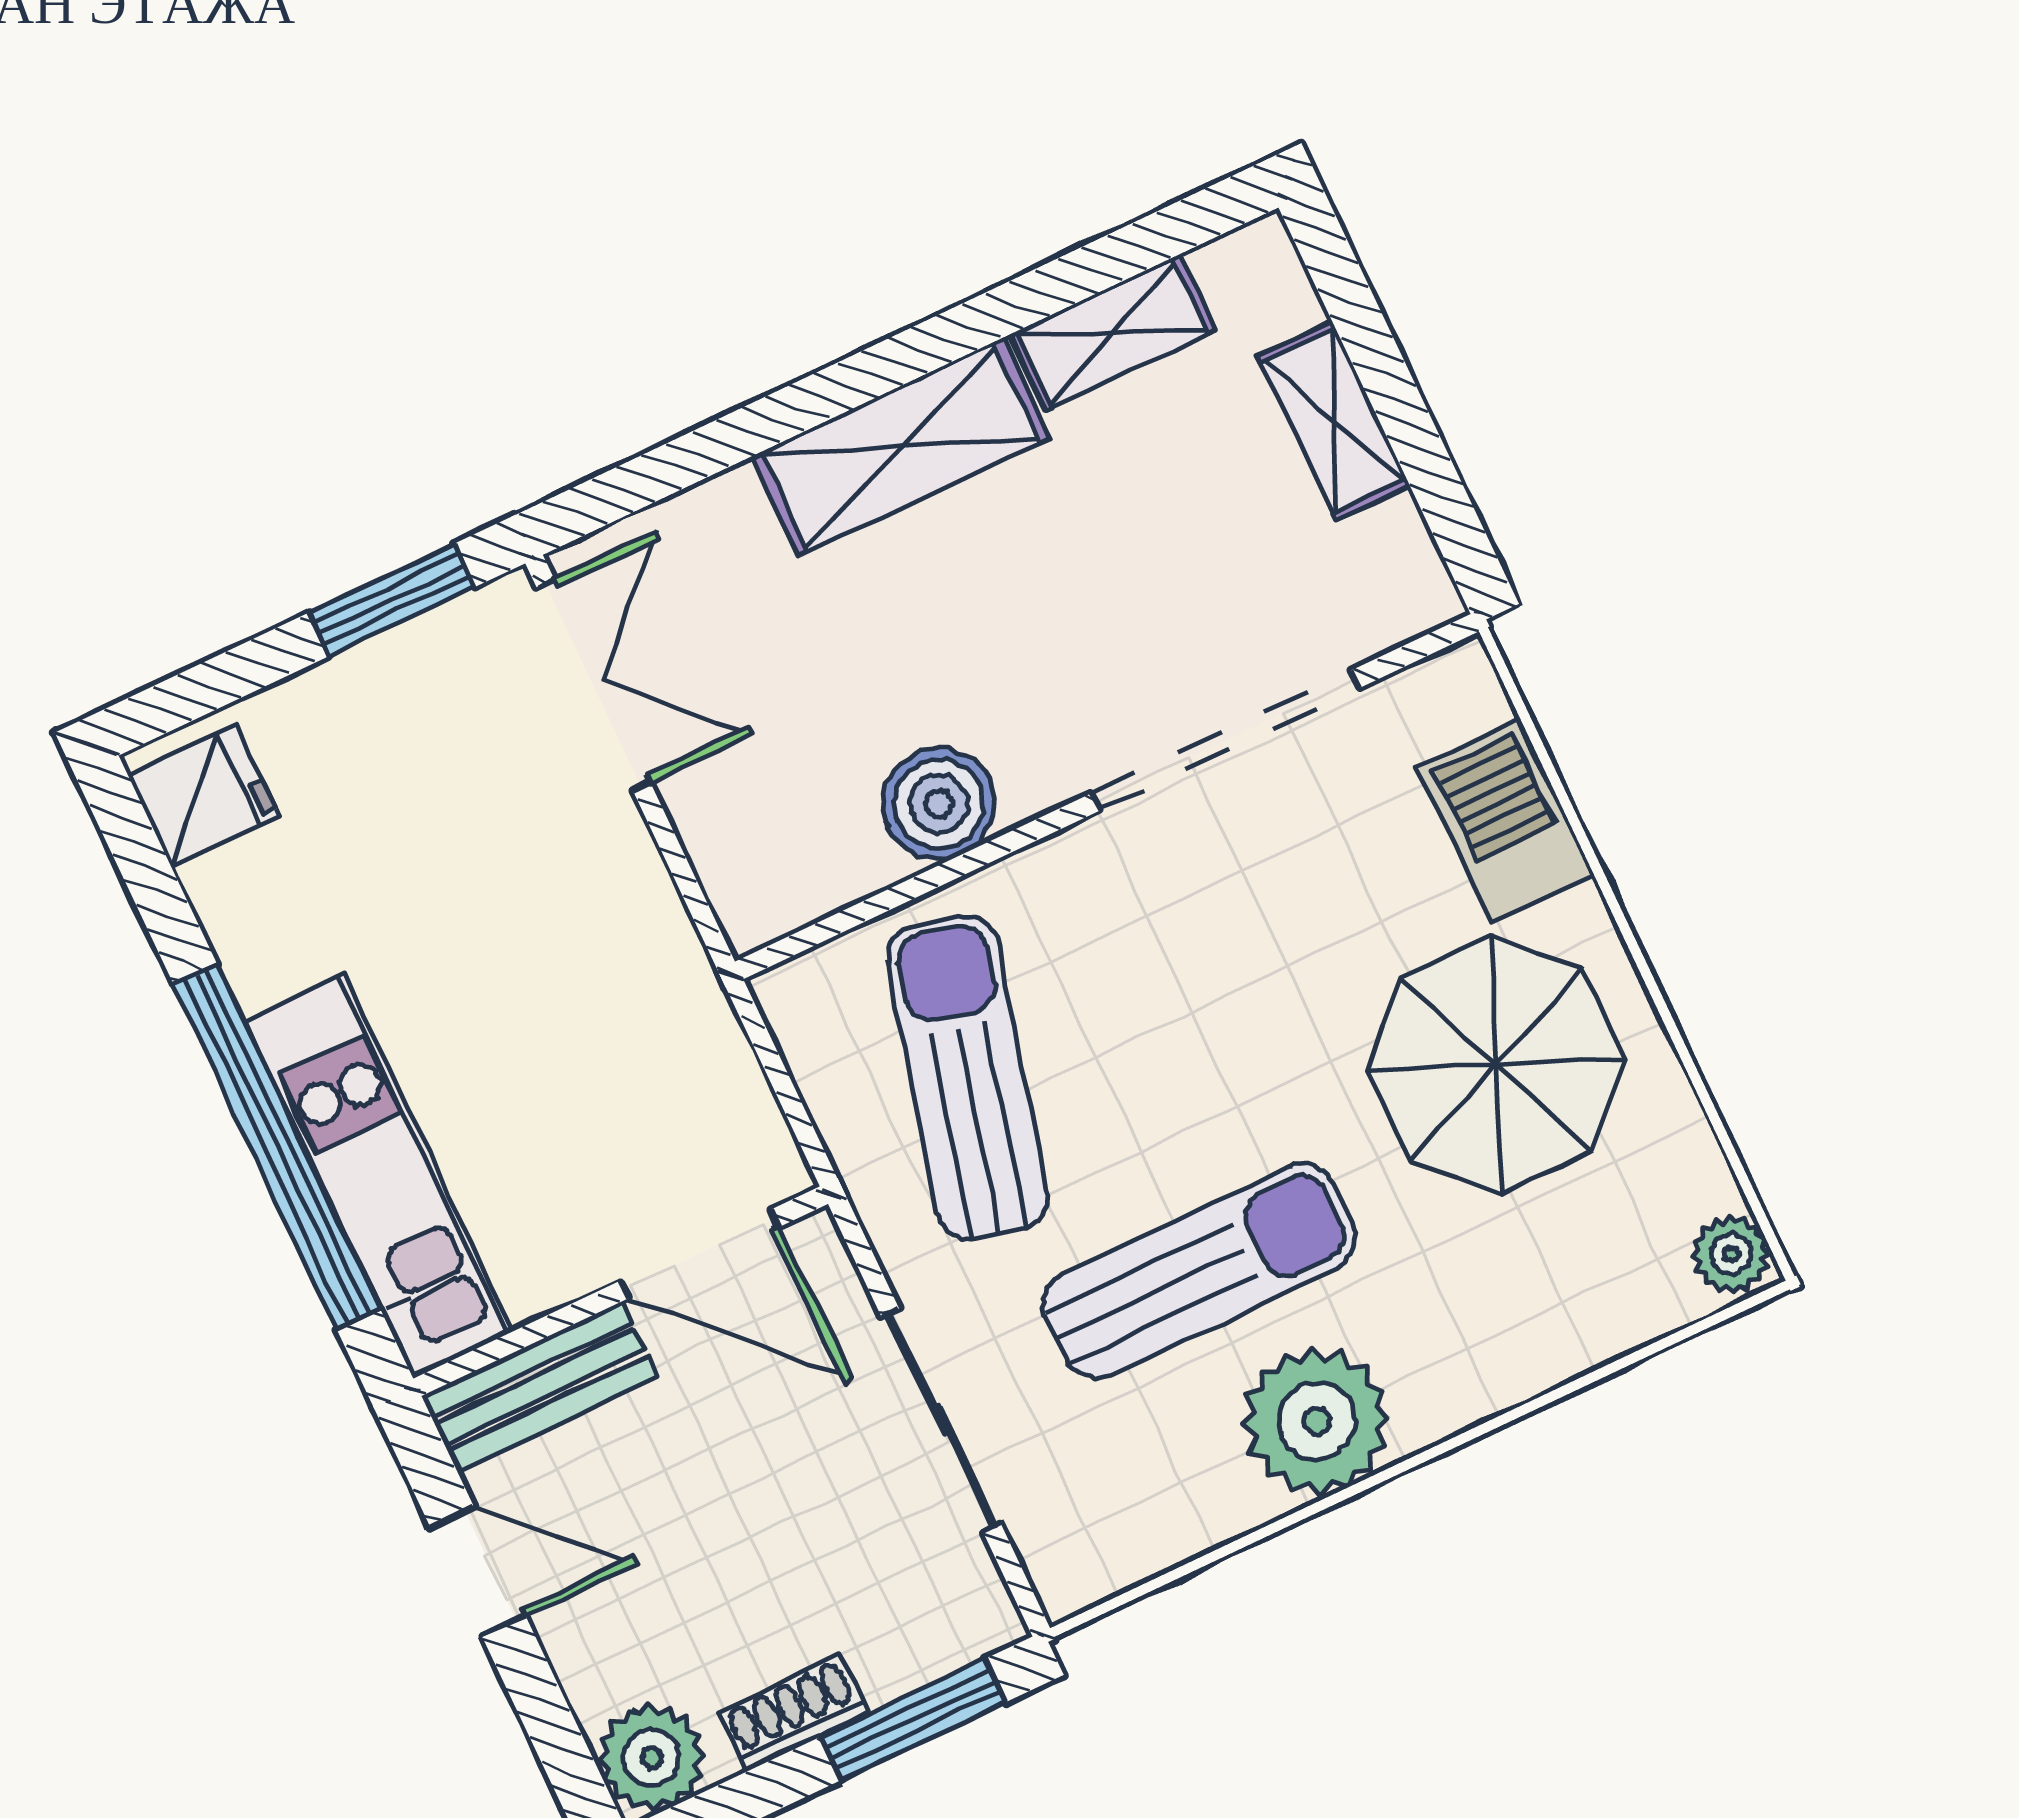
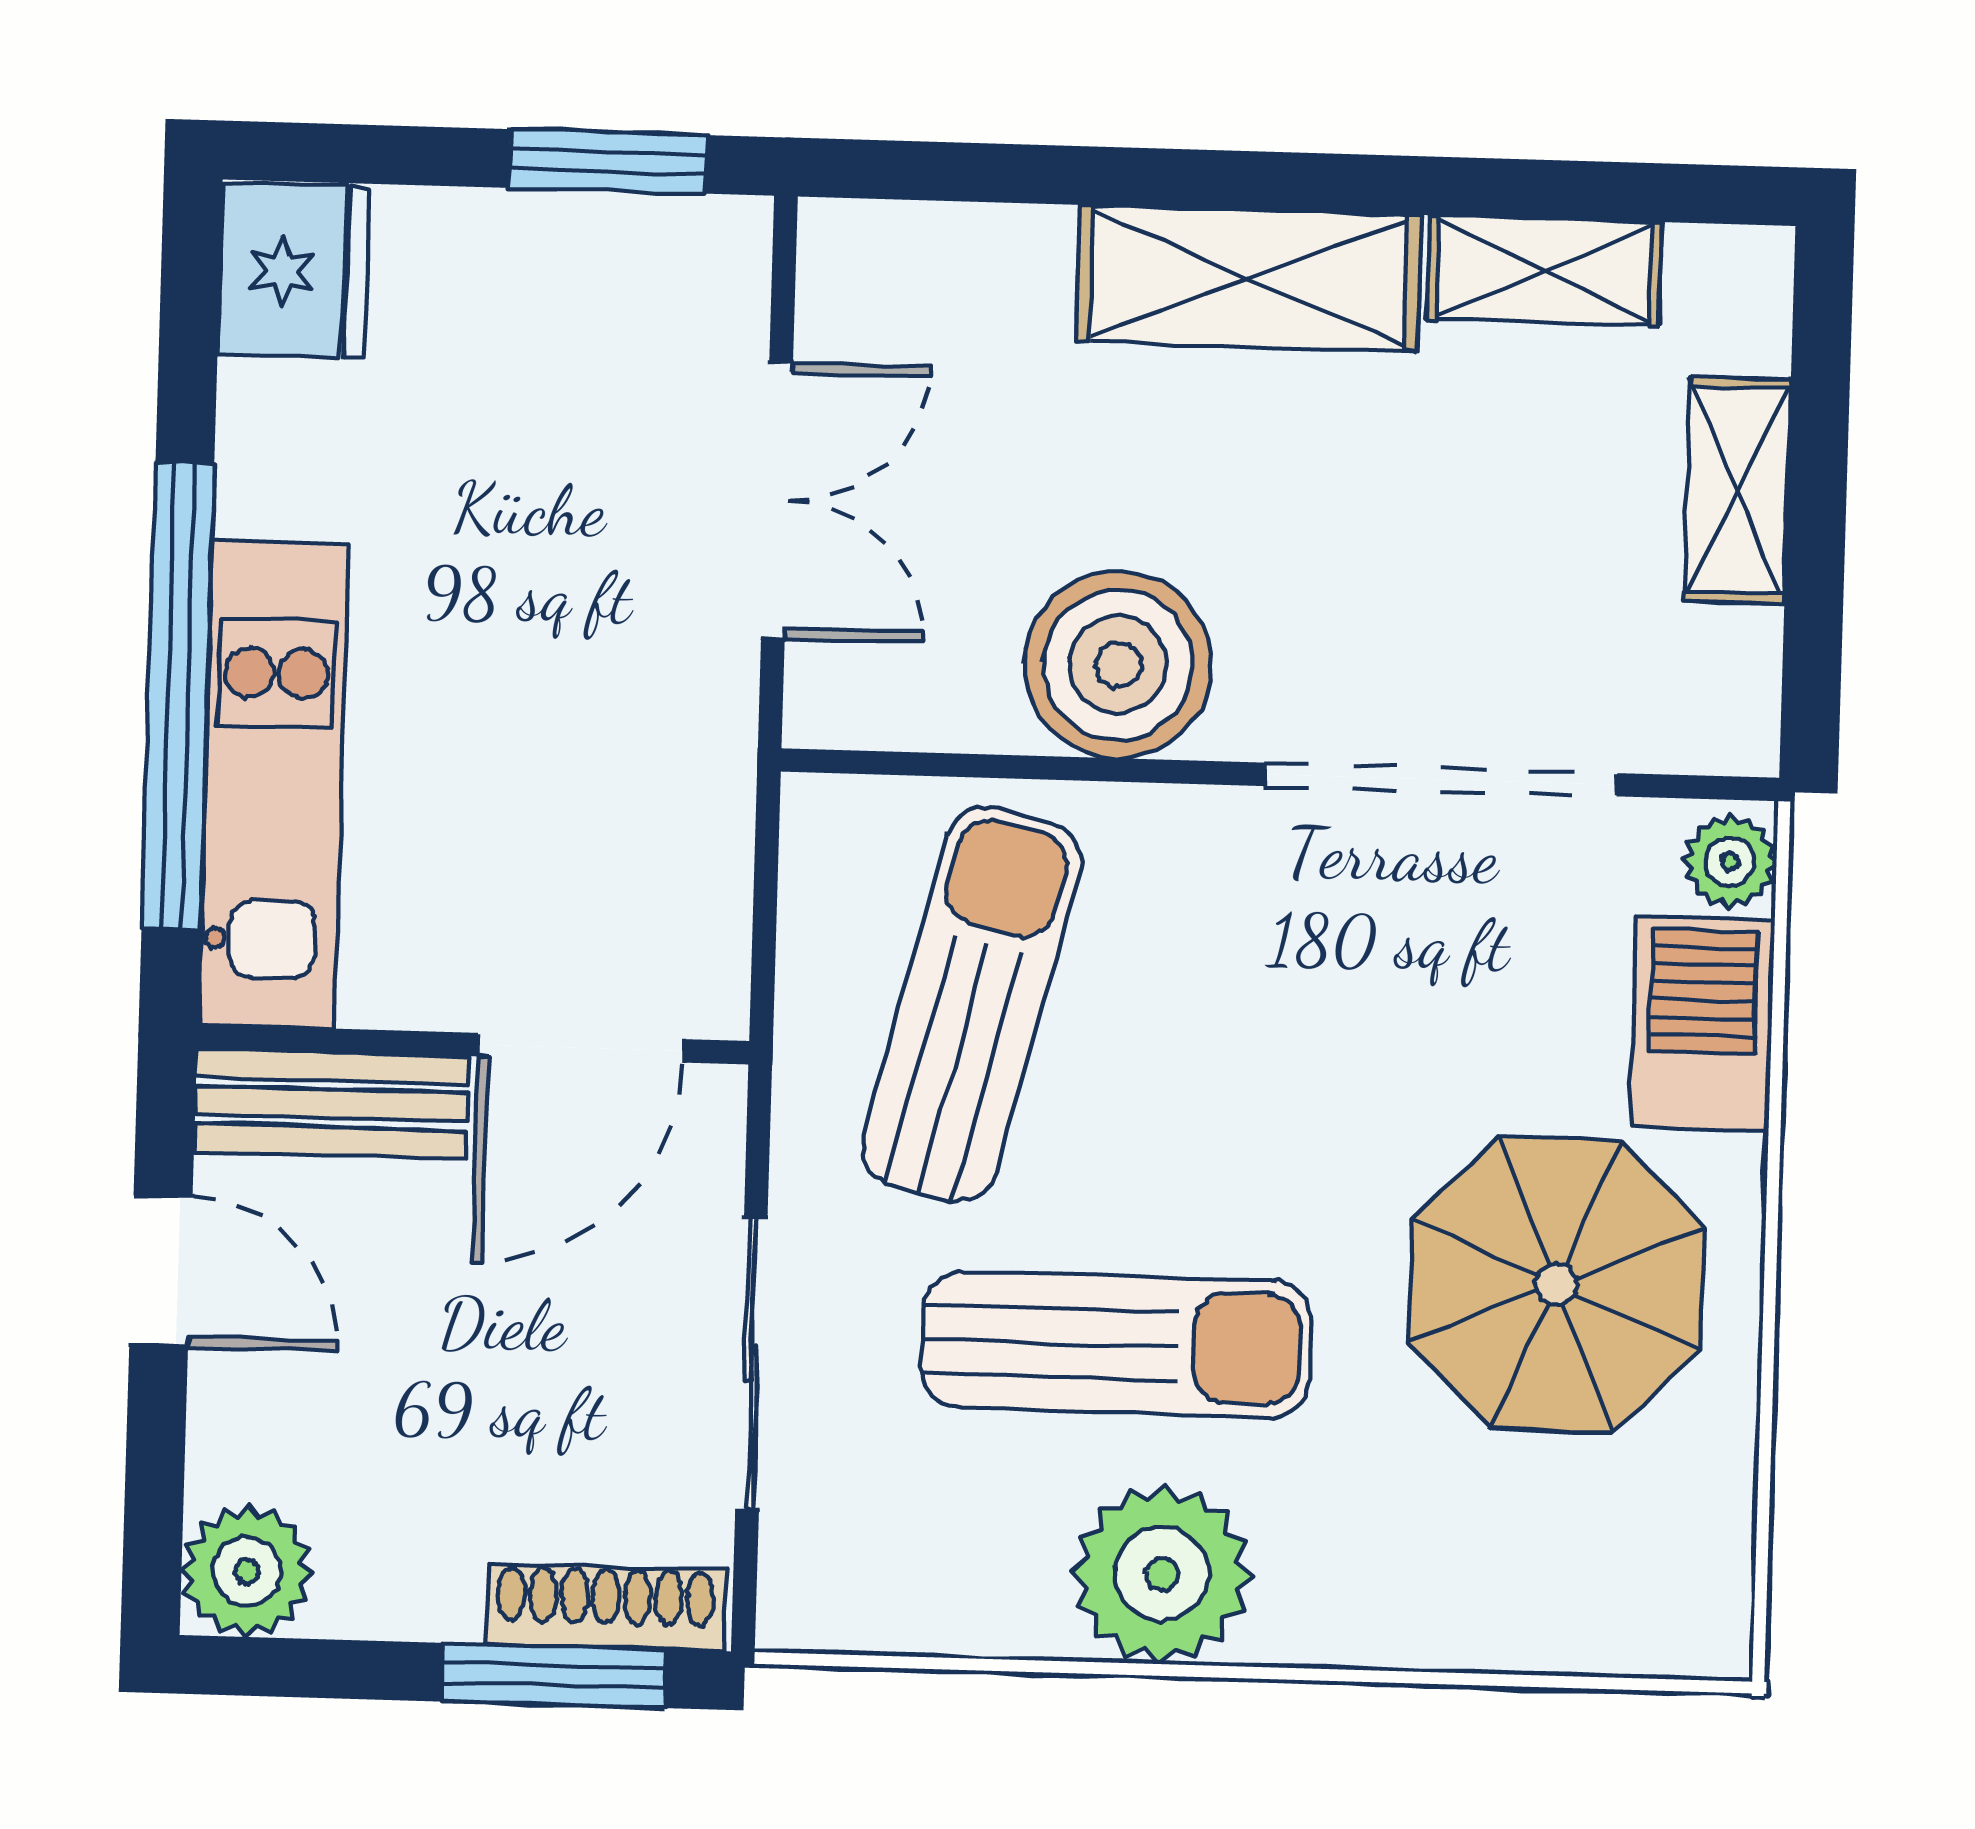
double door: (594, 685) -> (777, 500), moved
fridge: (204, 796) -> (294, 271), width x1.38
boiler: (939, 804) -> (1118, 665), width x1.37, depth x1.37
door: (700, 1254) -> (581, 1048), hinge flipped
plant: (1731, 1254) -> (1730, 862), moved
shoe rack: (793, 1713) -> (606, 1607), moved, width x1.43

